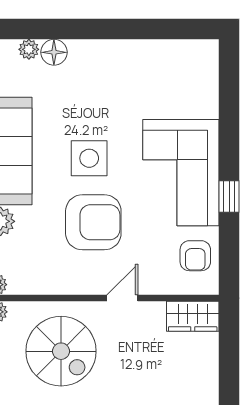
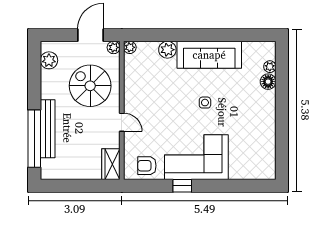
side table: (89, 158) -> (205, 103), width x0.54, depth x0.54
armchair: (93, 222) -> (167, 105), removed
spiral stairs: (61, 351) -> (90, 86), turned 90

